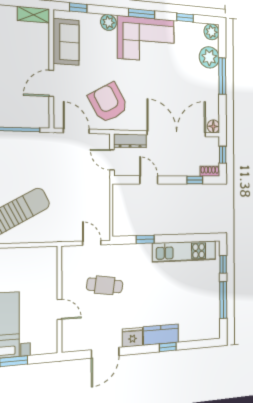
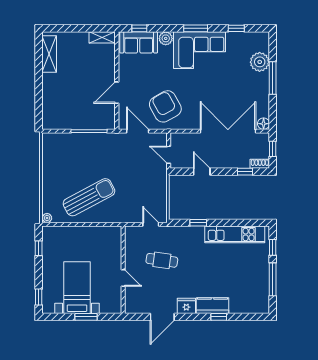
plant: (212, 32) -> (262, 39), removed
sofa: (66, 42) -> (139, 42), moved, turned 90
dresser: (130, 141) -> (185, 138), removed

